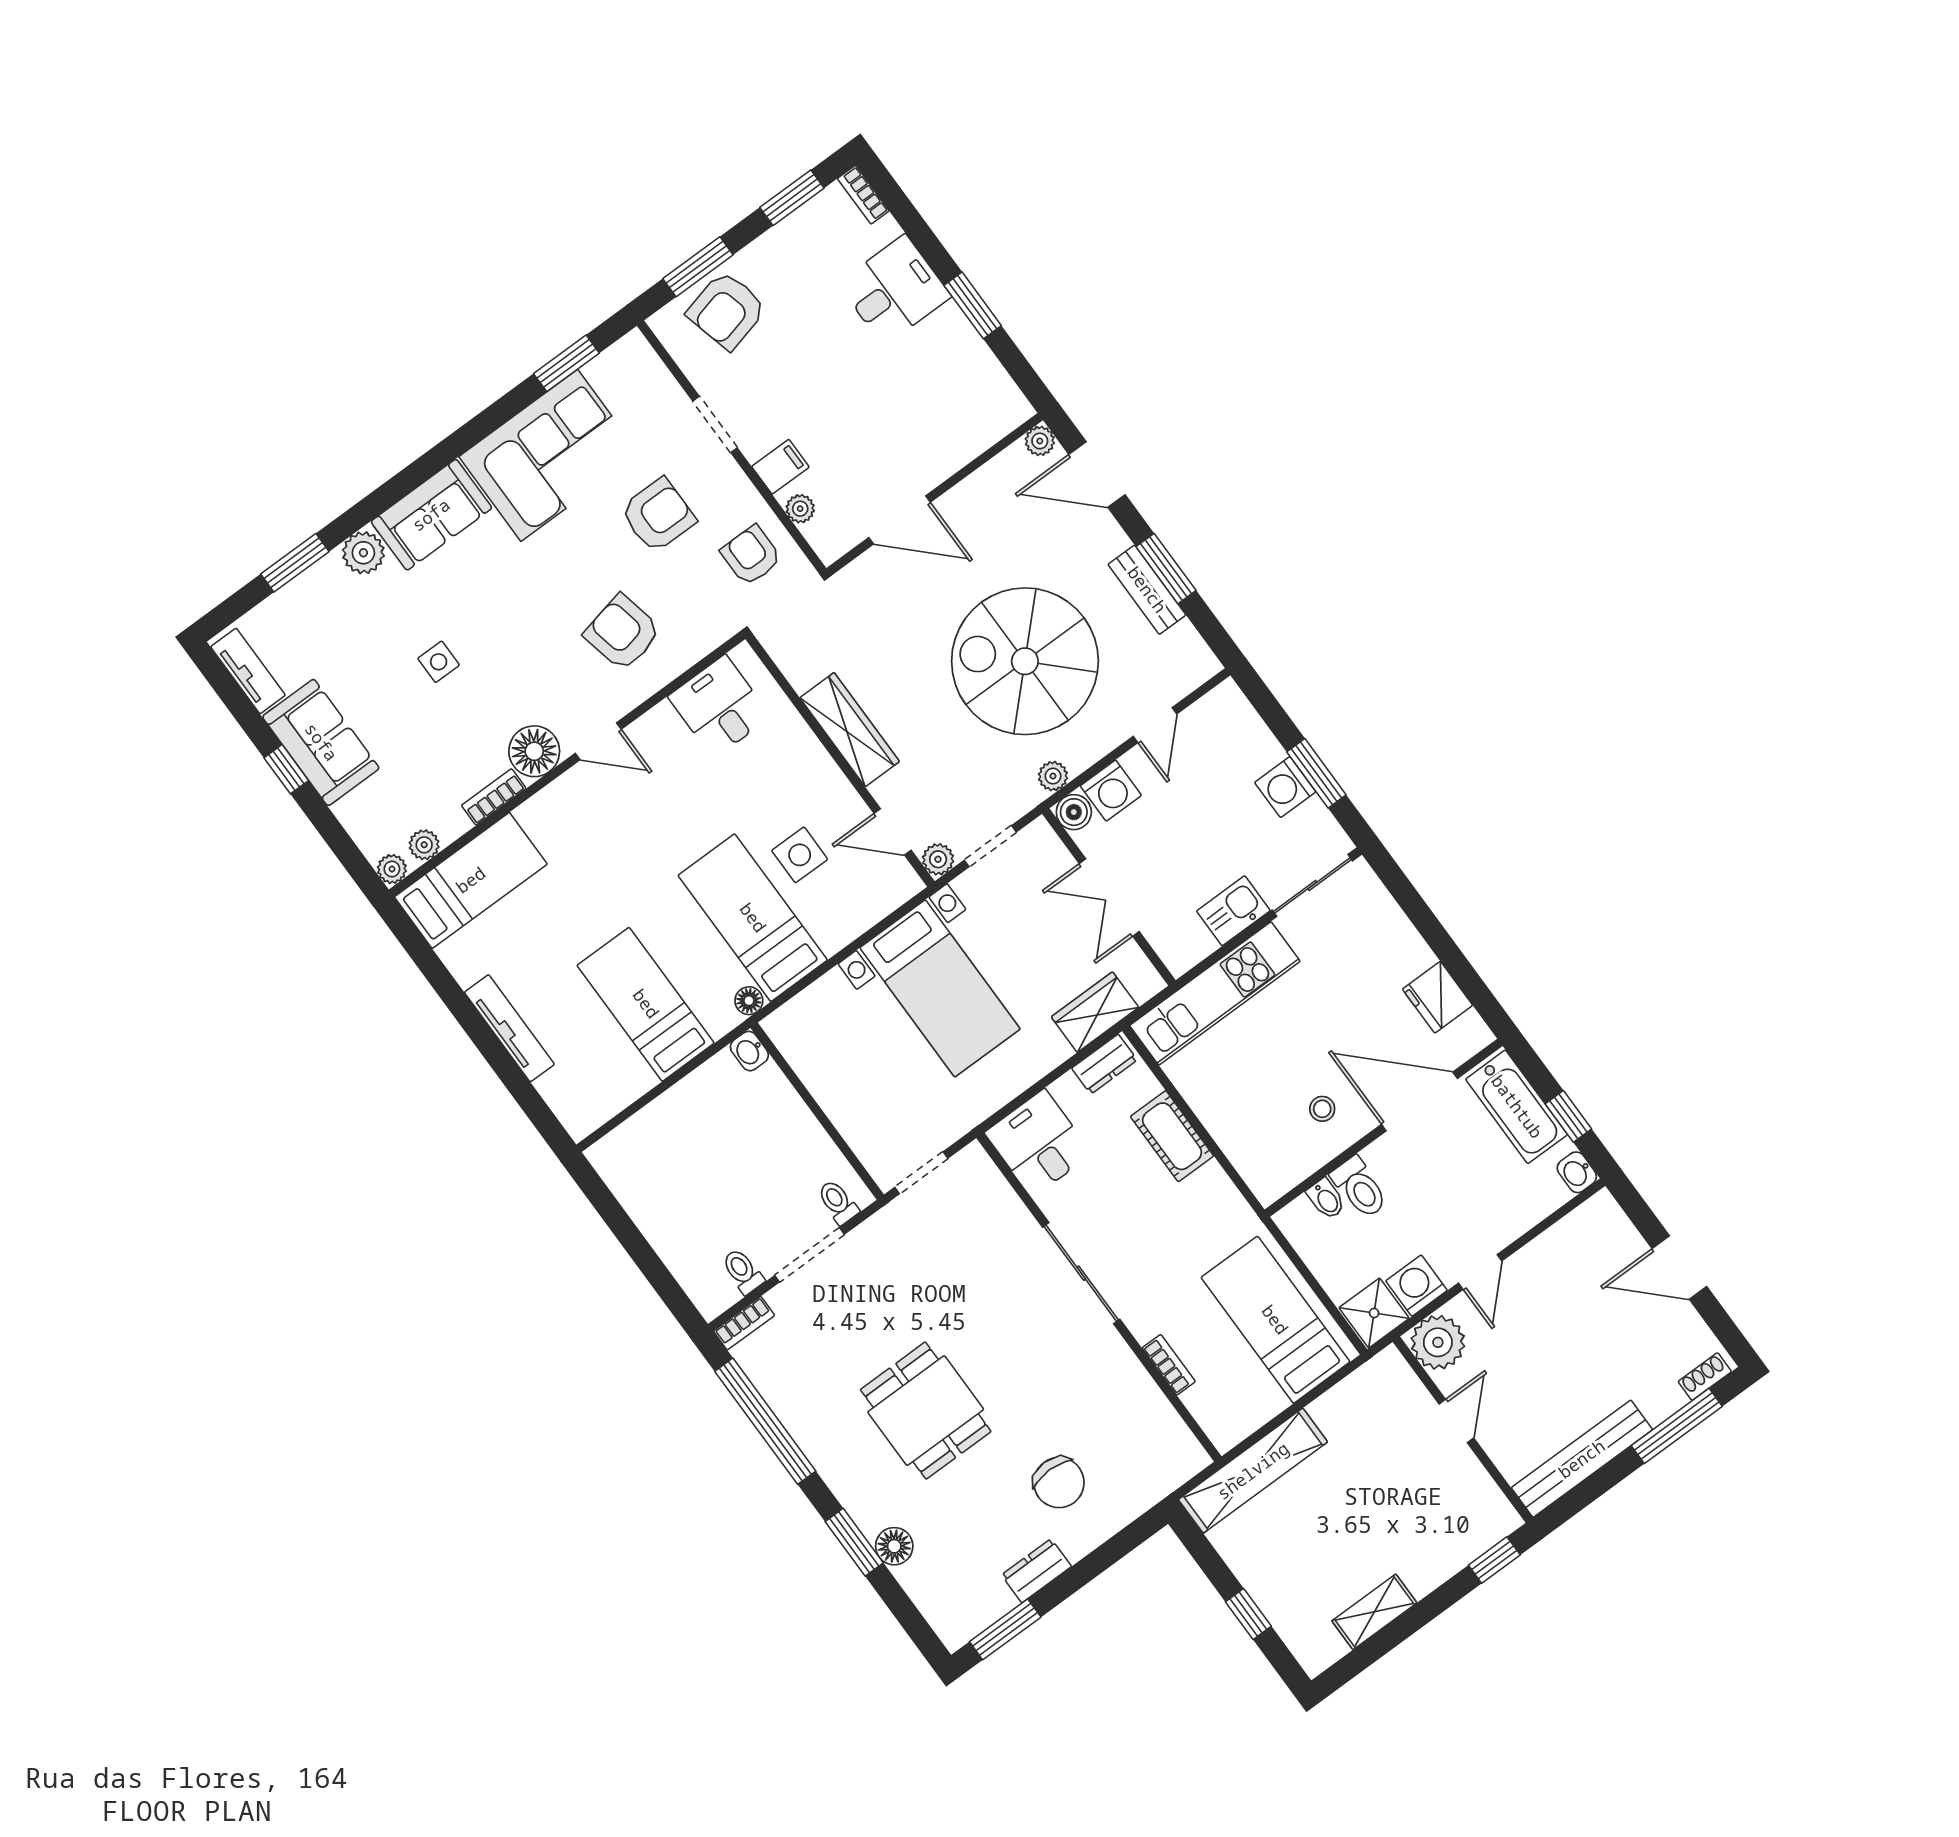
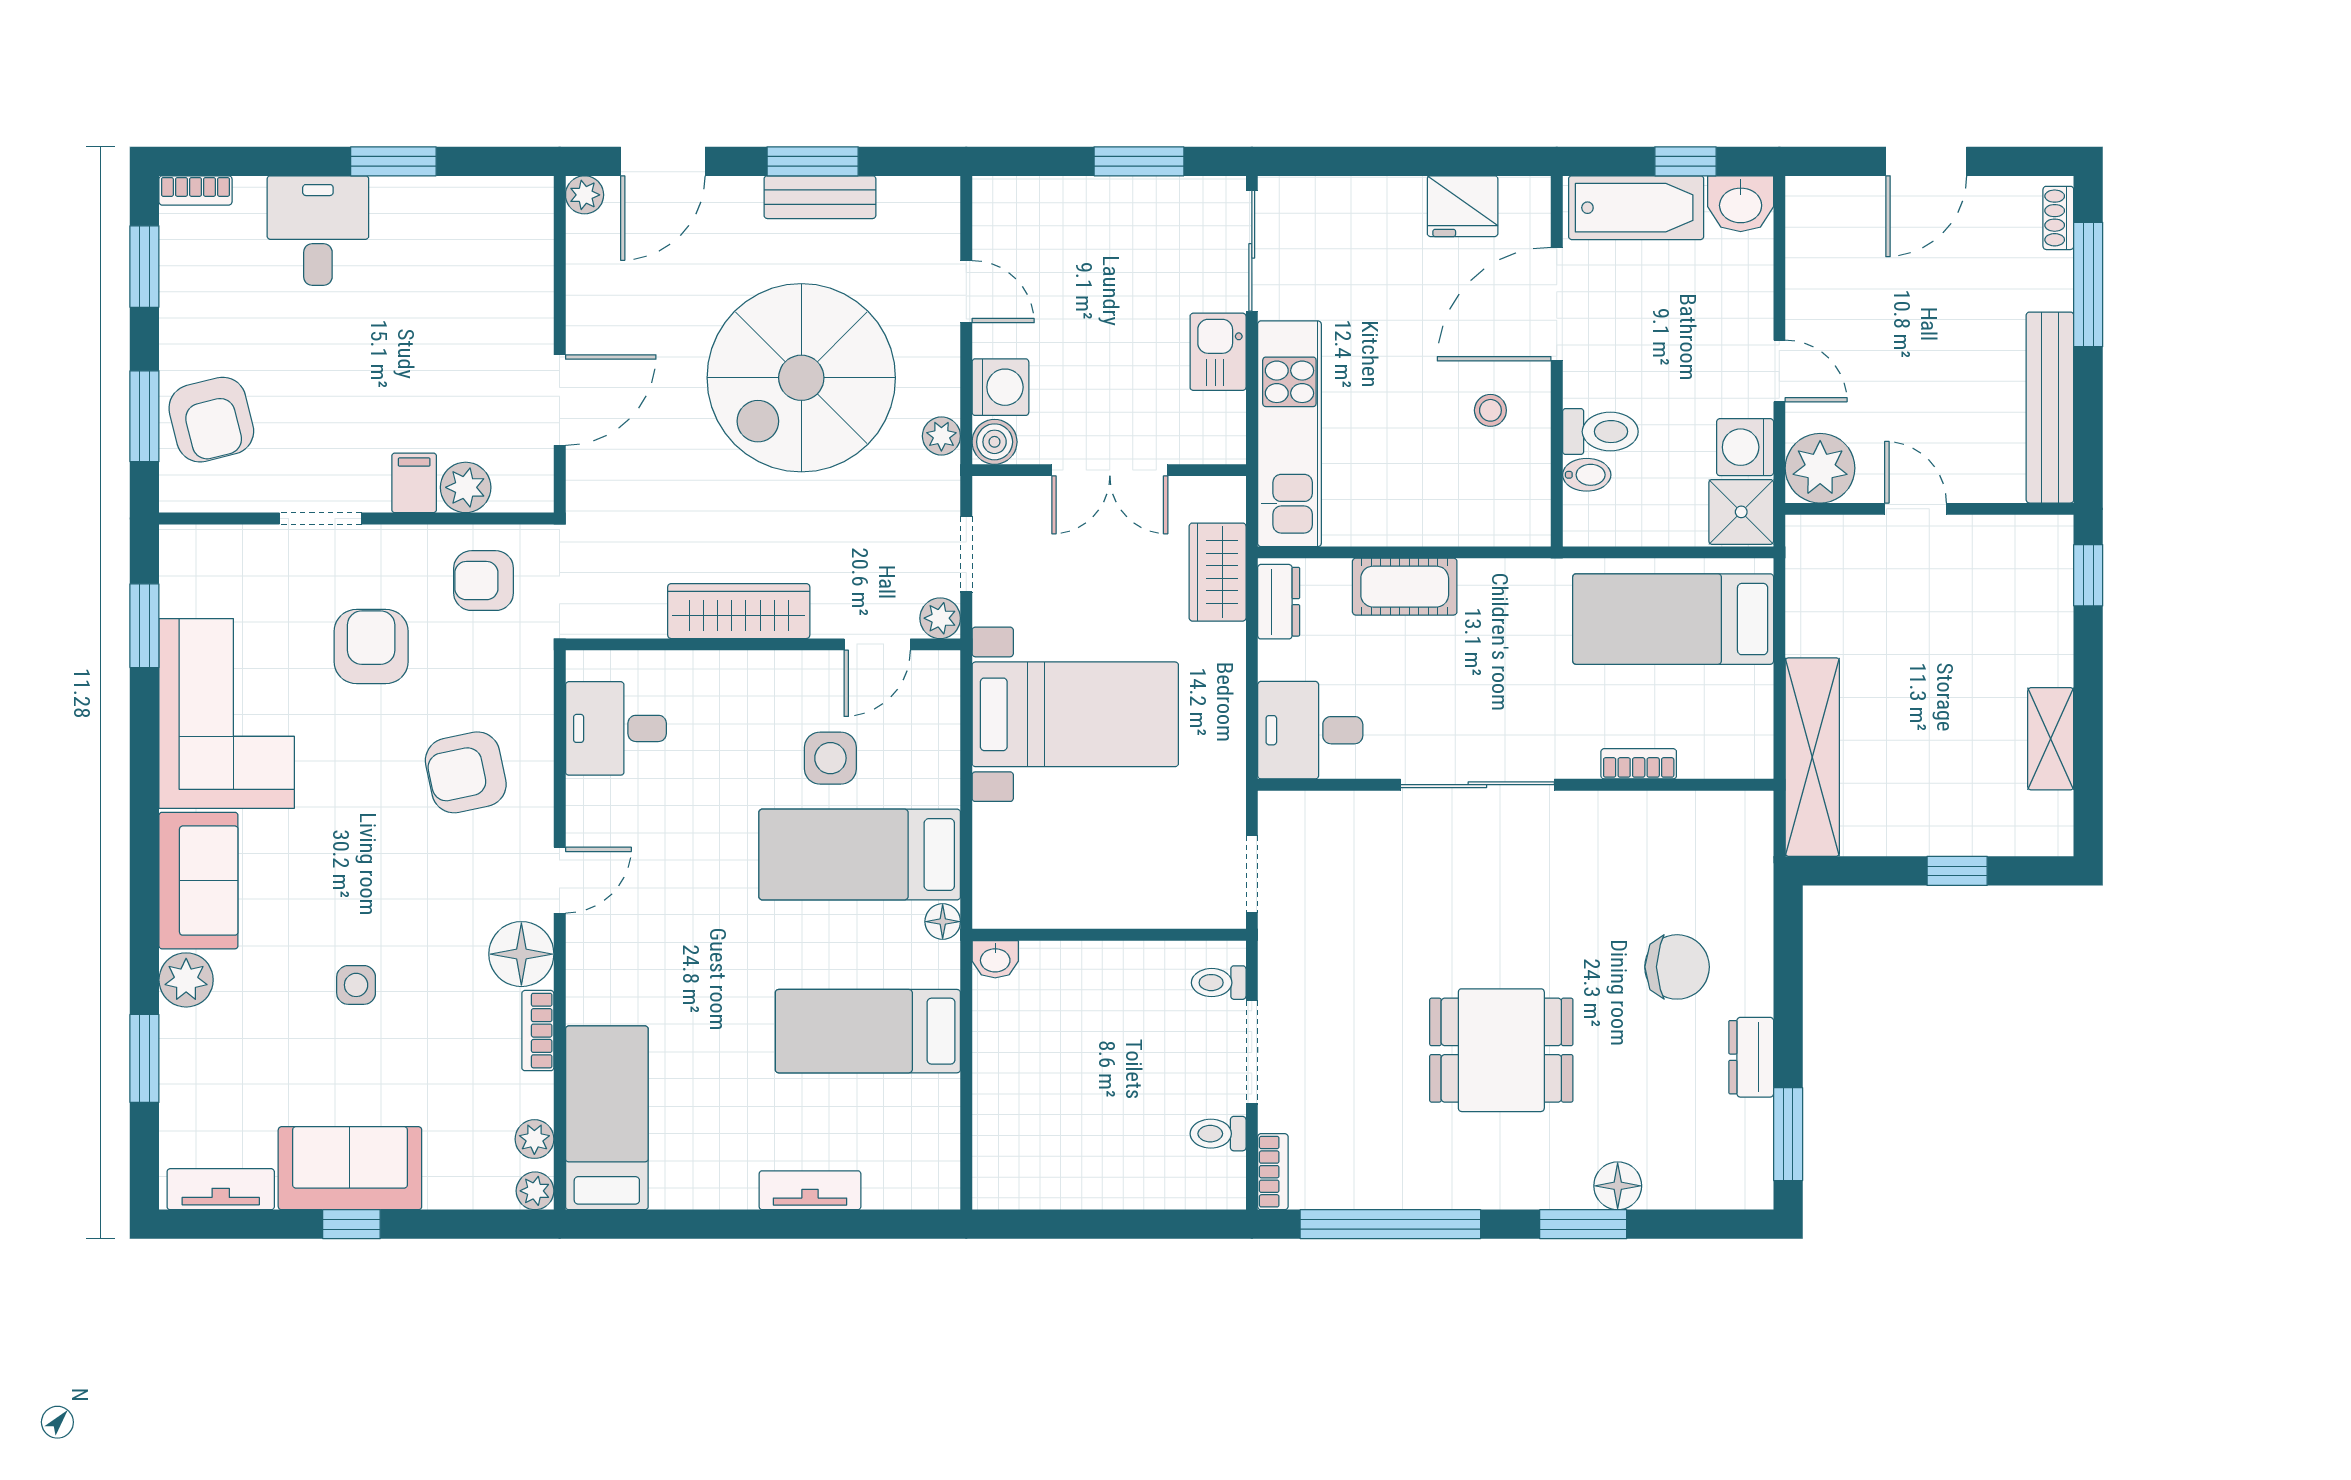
plant: (800, 509) -> (466, 487), width x1.38, depth x1.38
washing machine: (1285, 787) -> (1129, 204), removed
tv unit: (509, 1028) -> (810, 1190), width x0.71
washbasin: (1577, 1172) -> (1741, 204), width x1.38, depth x1.45

